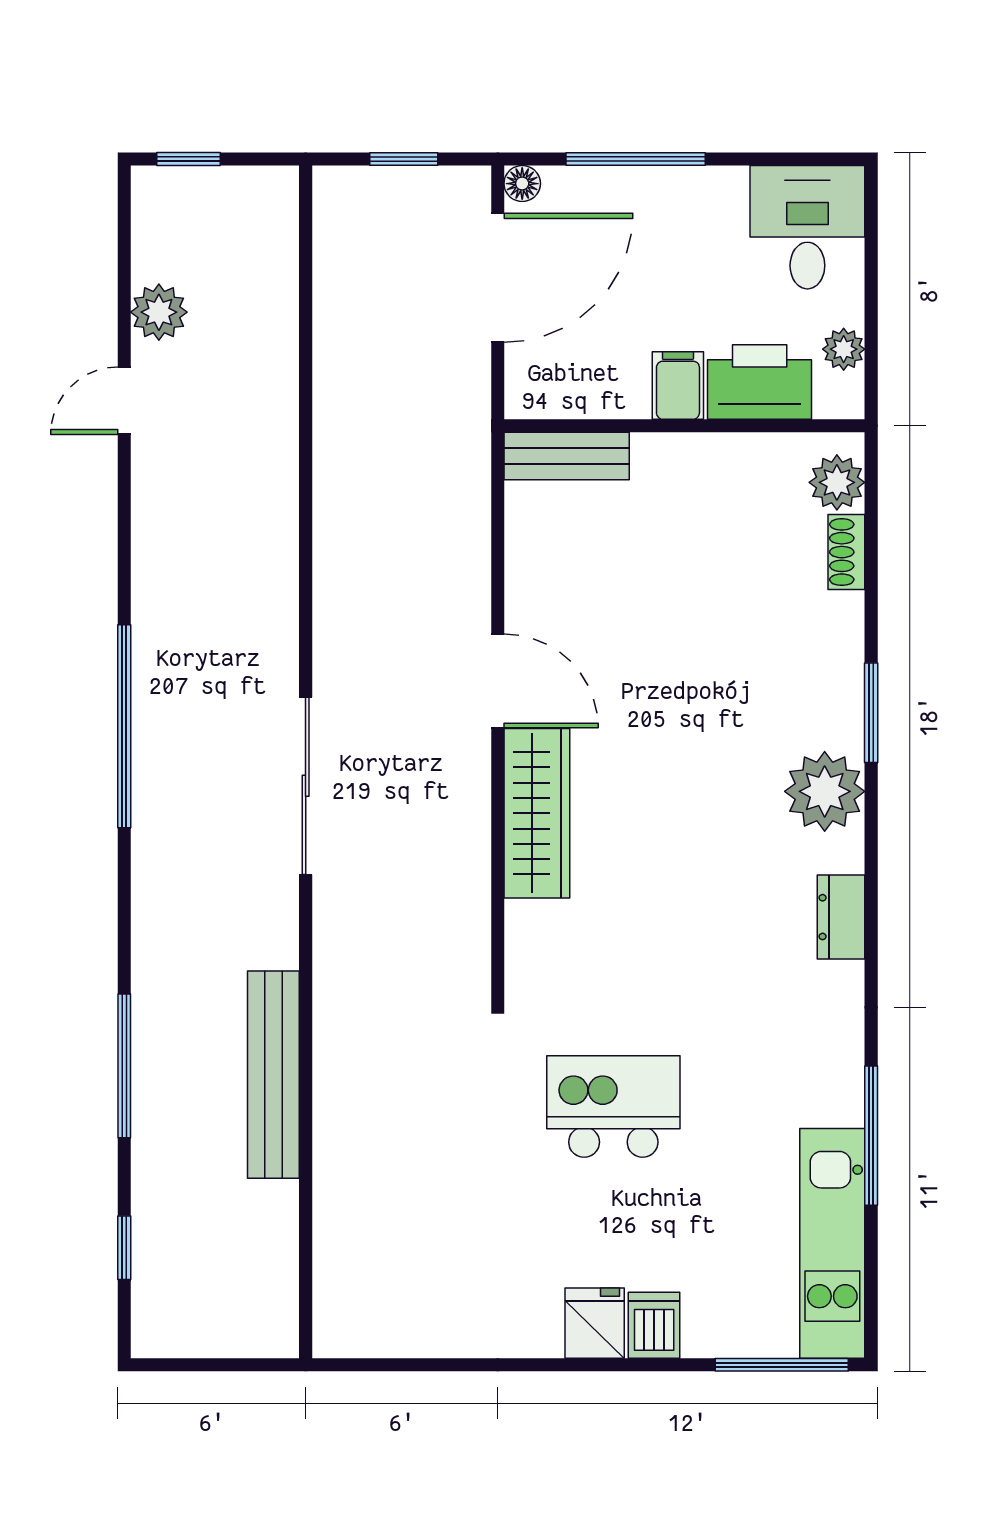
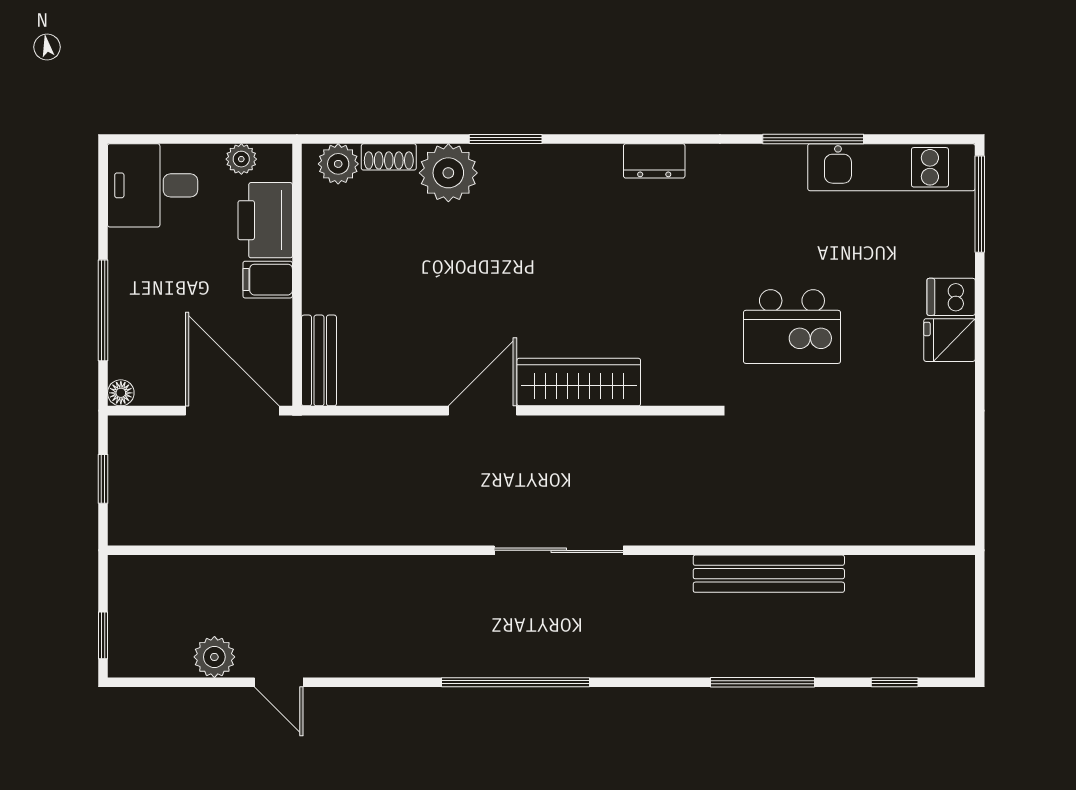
door: (498, 278) -> (232, 411), moved
plant: (825, 791) -> (448, 173), moved
kitchen island: (613, 1106) -> (792, 327), turned -90

